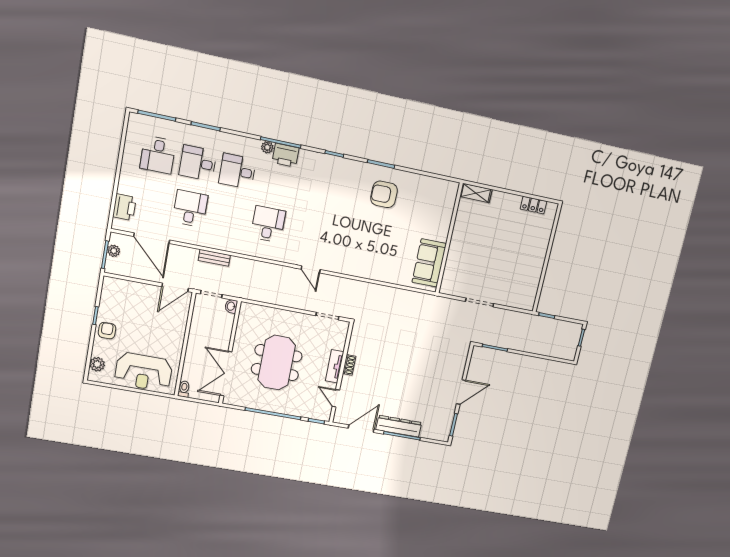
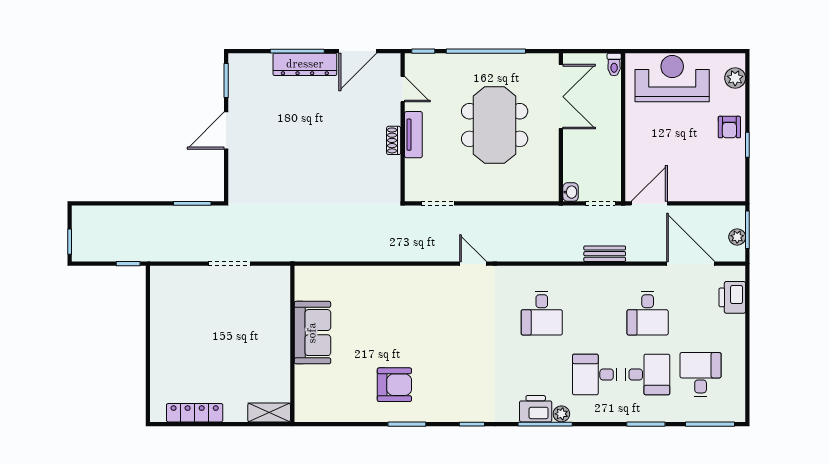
desk: (237, 171) -> (595, 374), turned 180
locker: (533, 205) -> (195, 413), width x1.53
sofa: (429, 263) -> (312, 333), moved

